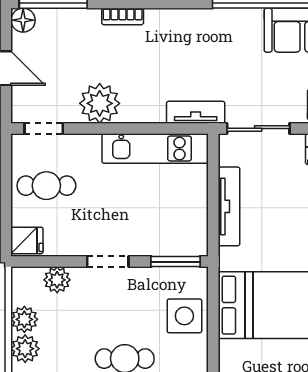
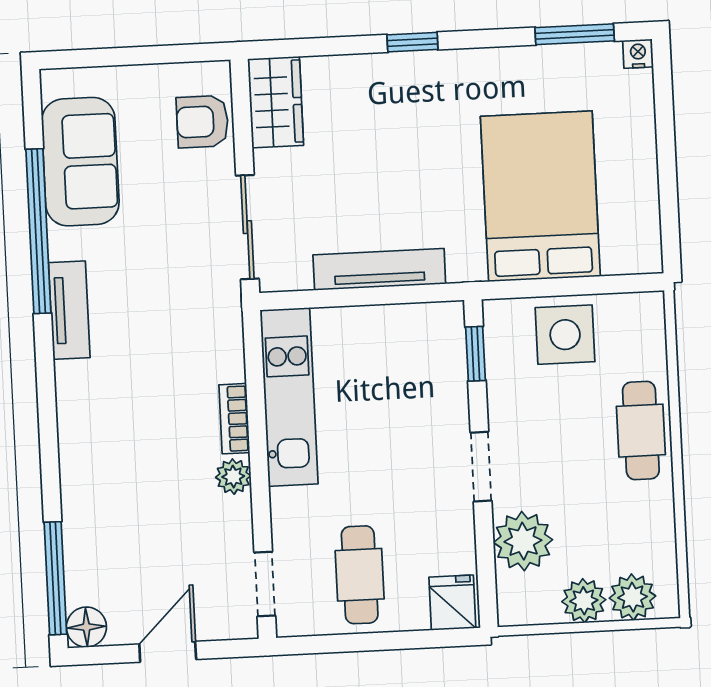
bookcase: (123, 16) -> (234, 419), moved, turned 180
plant: (100, 103) -> (233, 477), width x0.53, depth x0.53
tv unit: (196, 112) -> (69, 310), moved, turned 180
window: (176, 262) -> (475, 354), width x0.67
plant: (57, 280) -> (523, 541), width x1.36, depth x1.36

